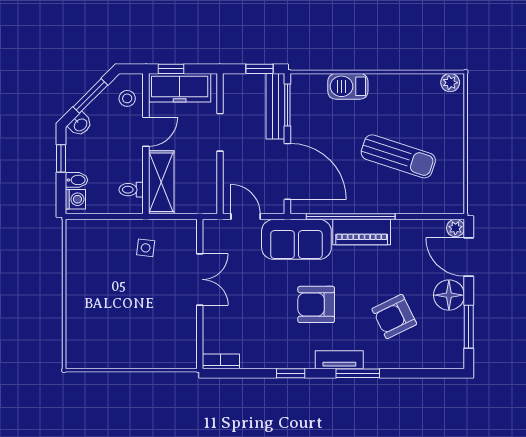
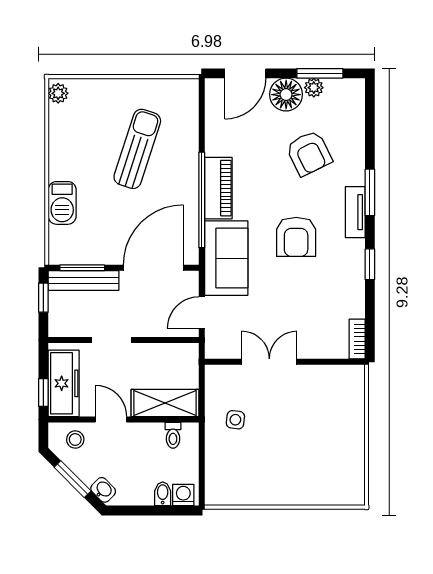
window: (61, 158) -> (139, 510), removed
plant: (455, 228) -> (314, 88), moved

